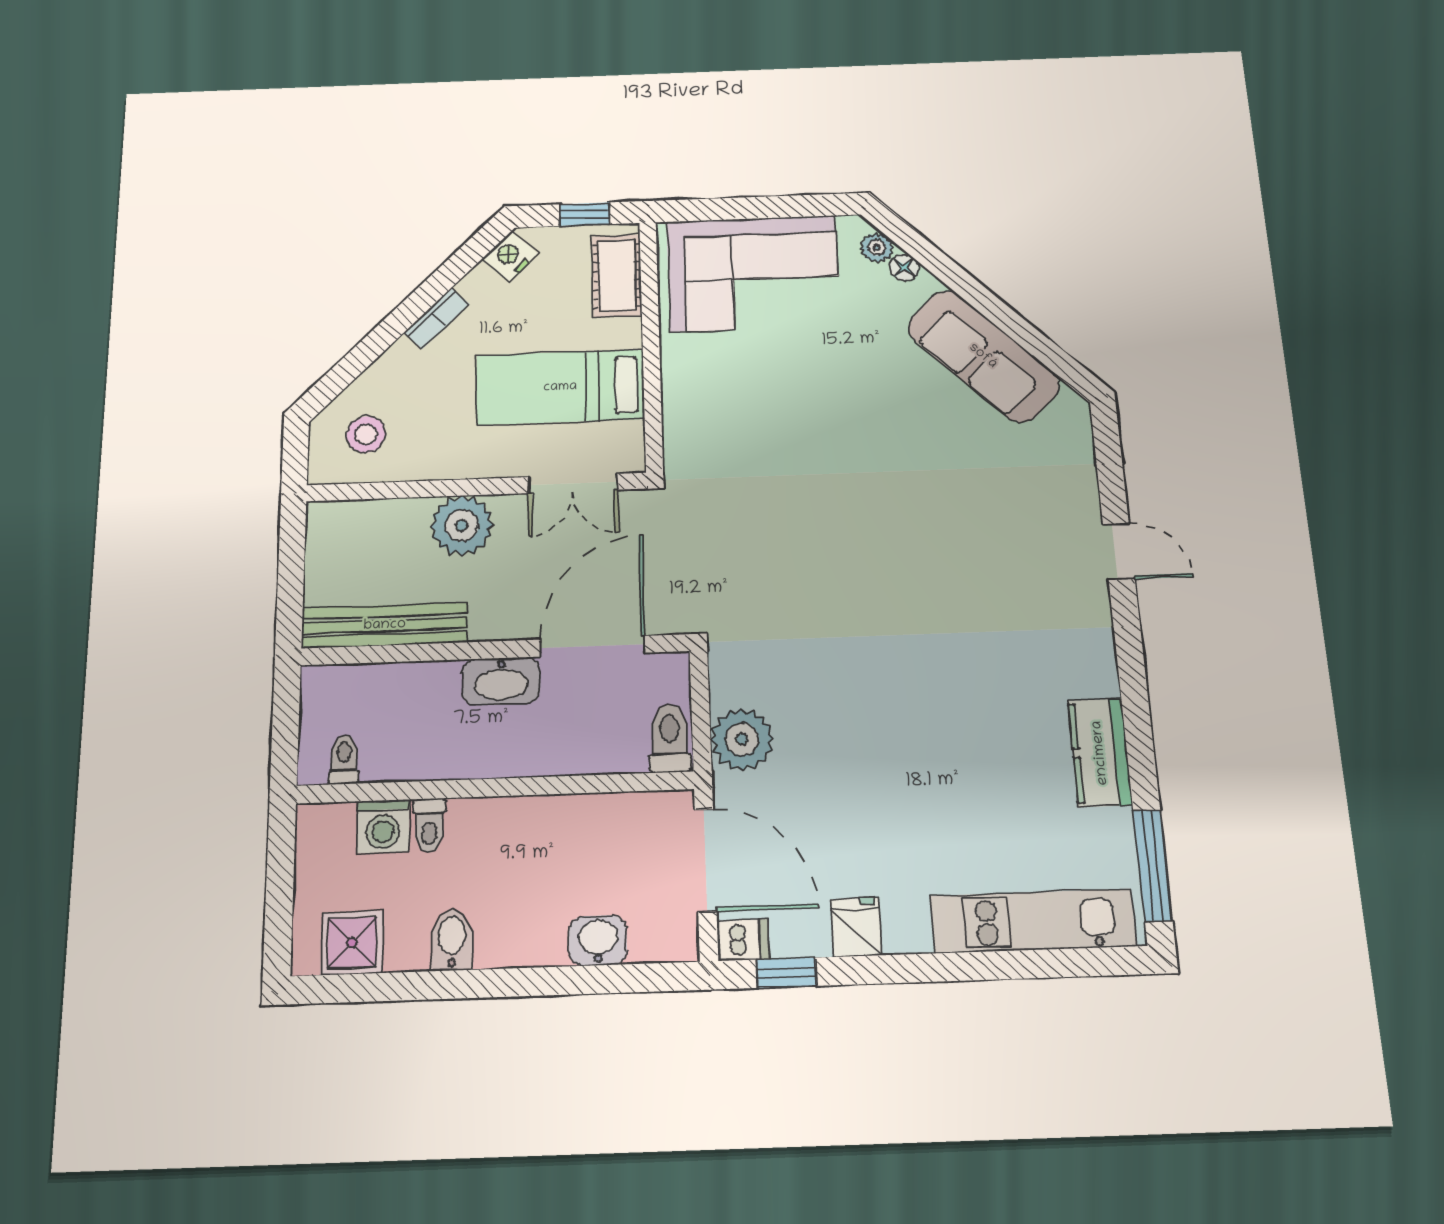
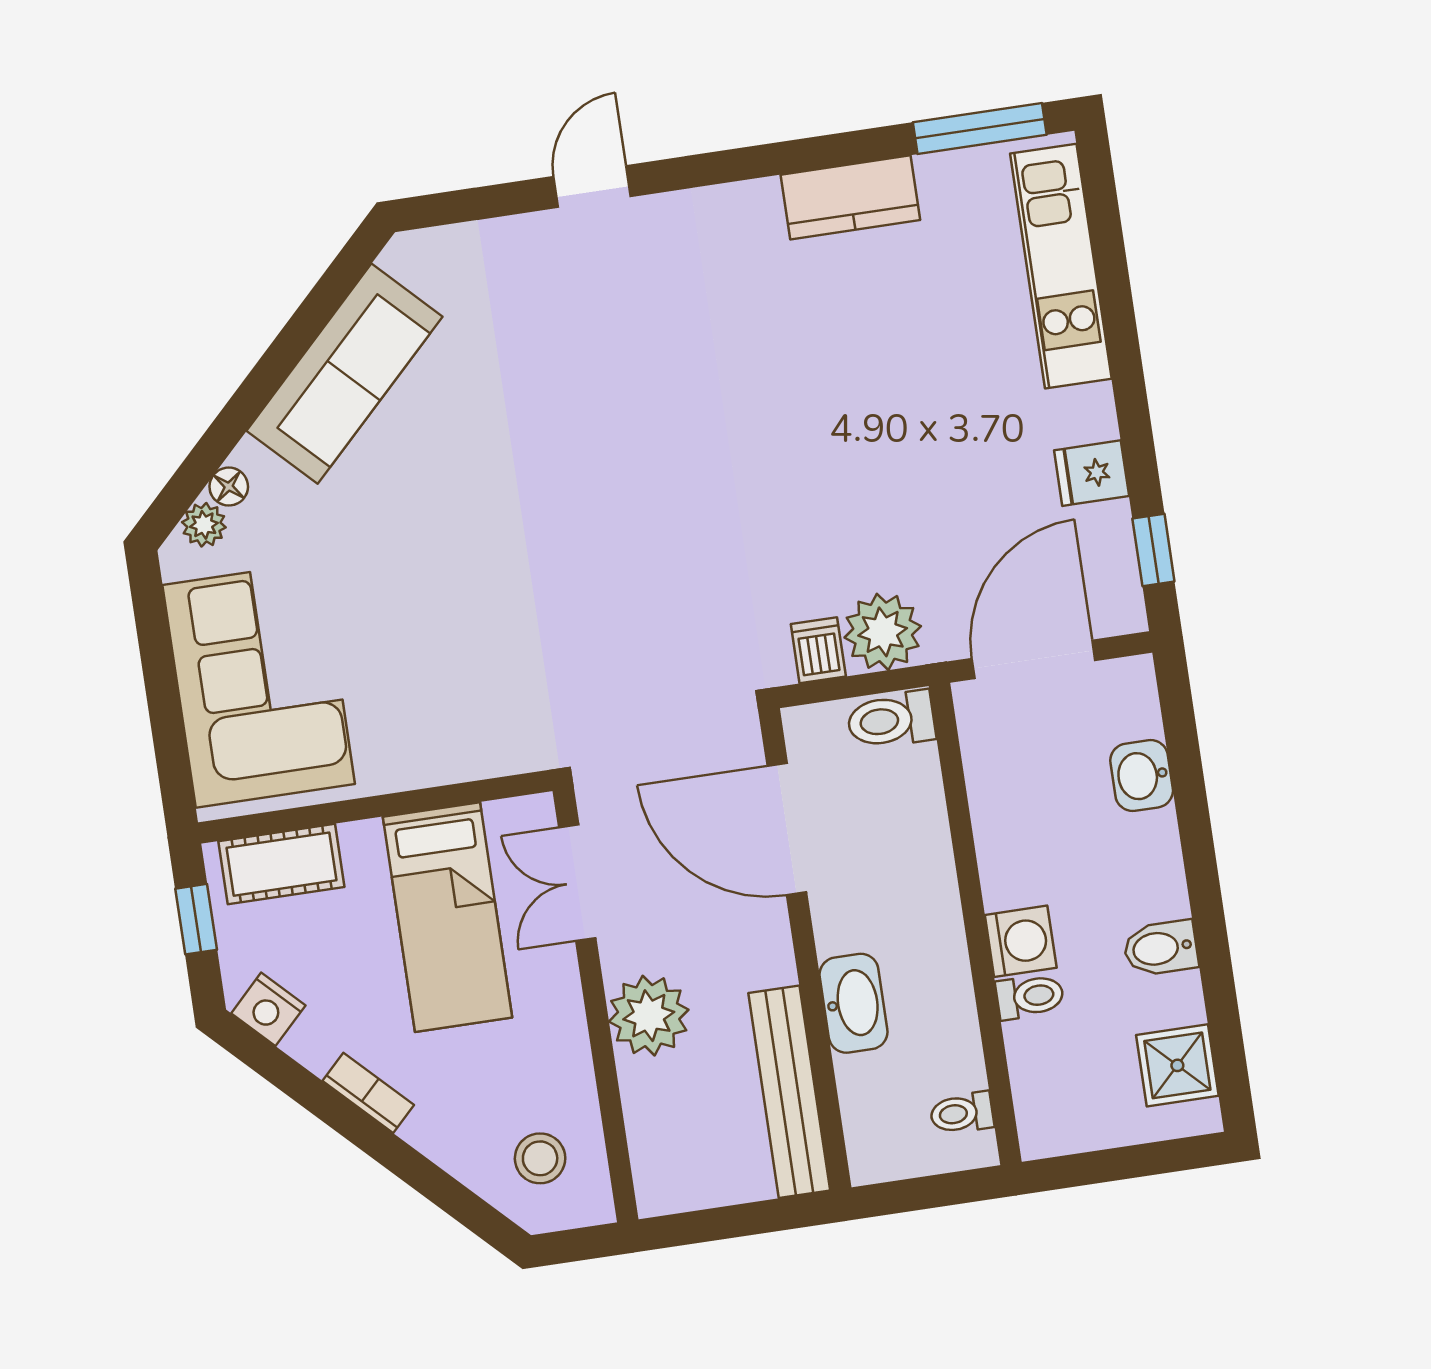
double door: (573, 483) -> (577, 883), swing flipped
washbasin: (501, 681) -> (854, 1003), moved
washing machine: (383, 826) -> (1021, 941), moved
dishwasher: (743, 940) -> (818, 650), moved

